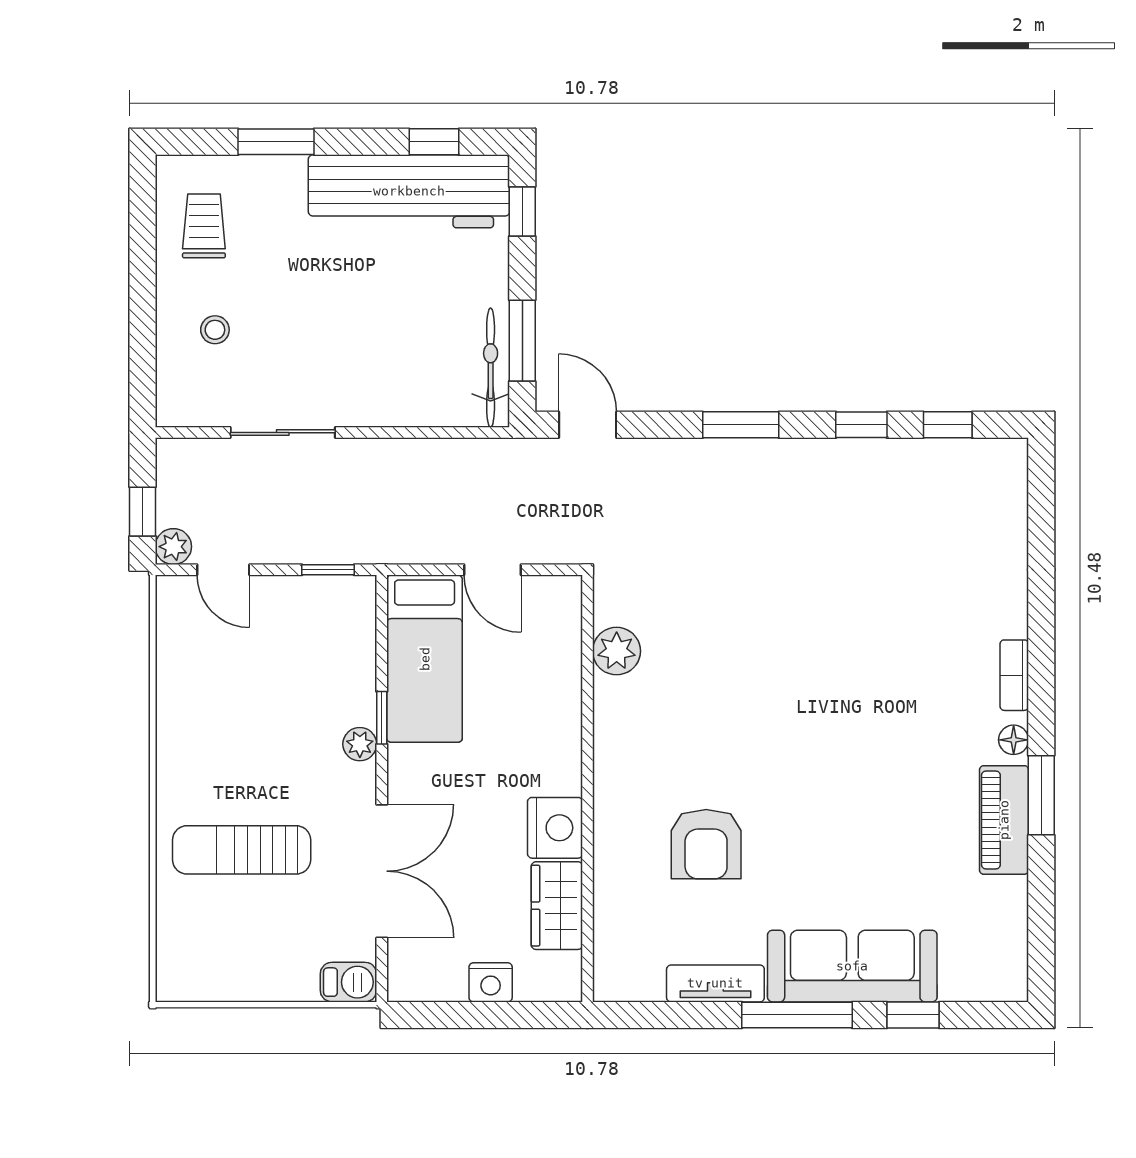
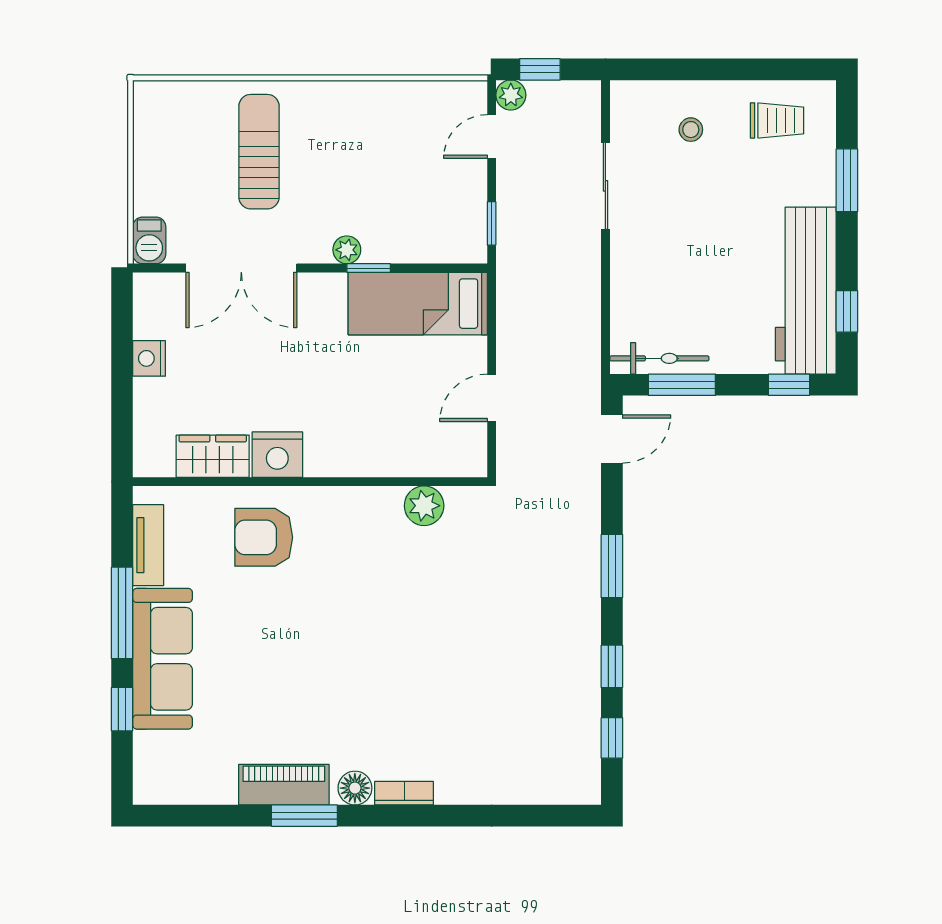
door: (492, 570) -> (492, 398), moved
plant: (617, 651) -> (424, 506), moved
floor lamp: (1014, 740) -> (355, 788), width x1.37, depth x1.37
wall: (588, 788) -> (310, 482), moved
nightstand: (555, 828) -> (277, 455), moved
wardrobe: (557, 906) -> (213, 456), moved

